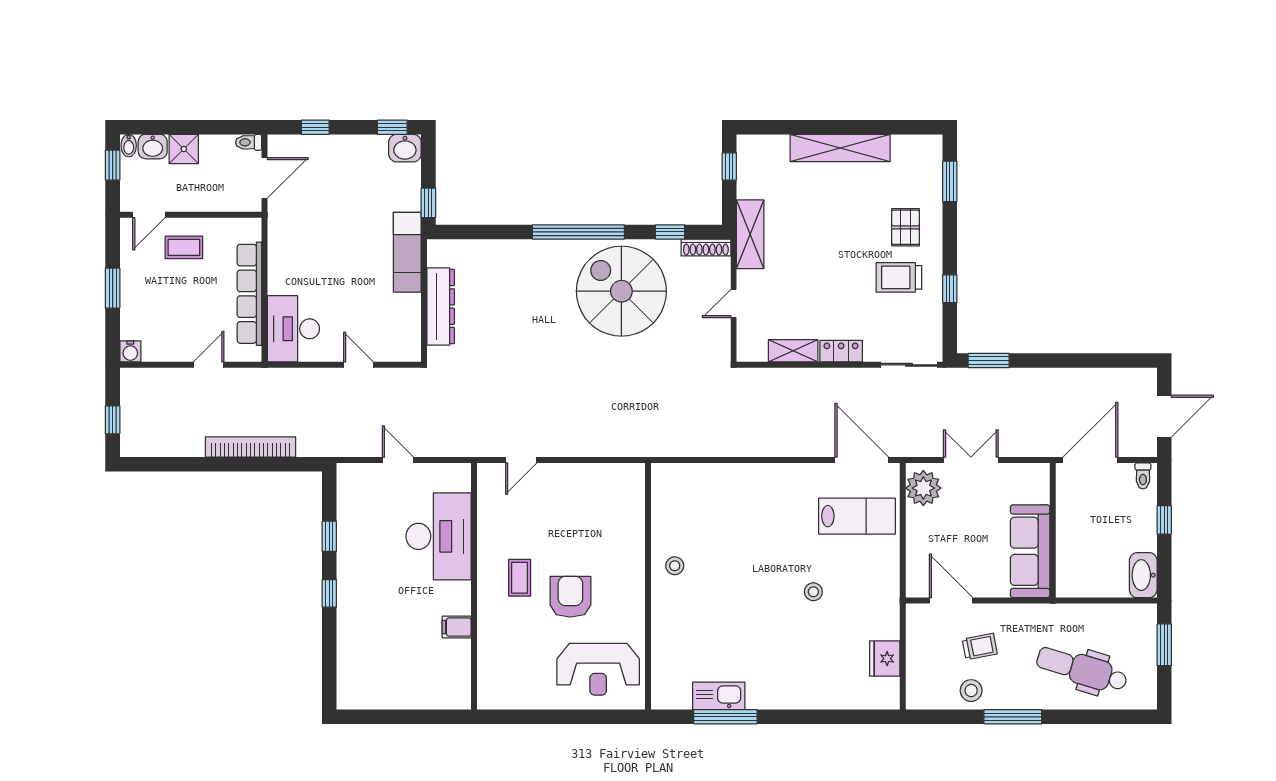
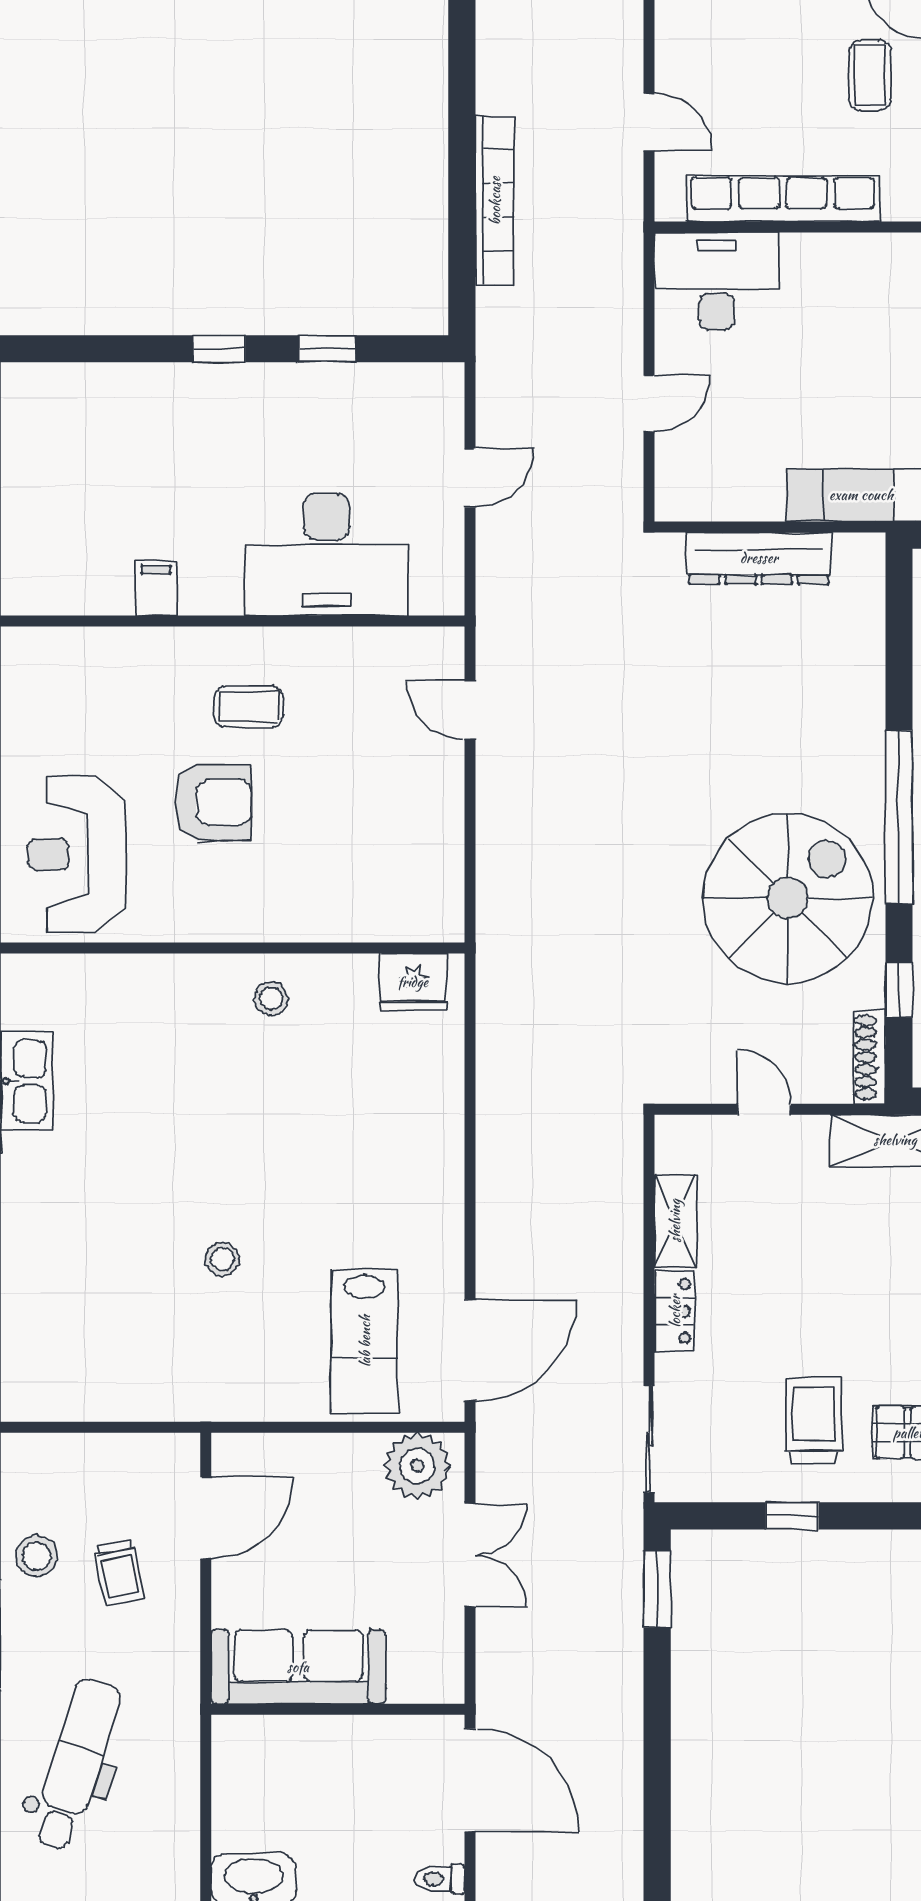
fridge: (885, 659) -> (413, 982), moved, turned 180

